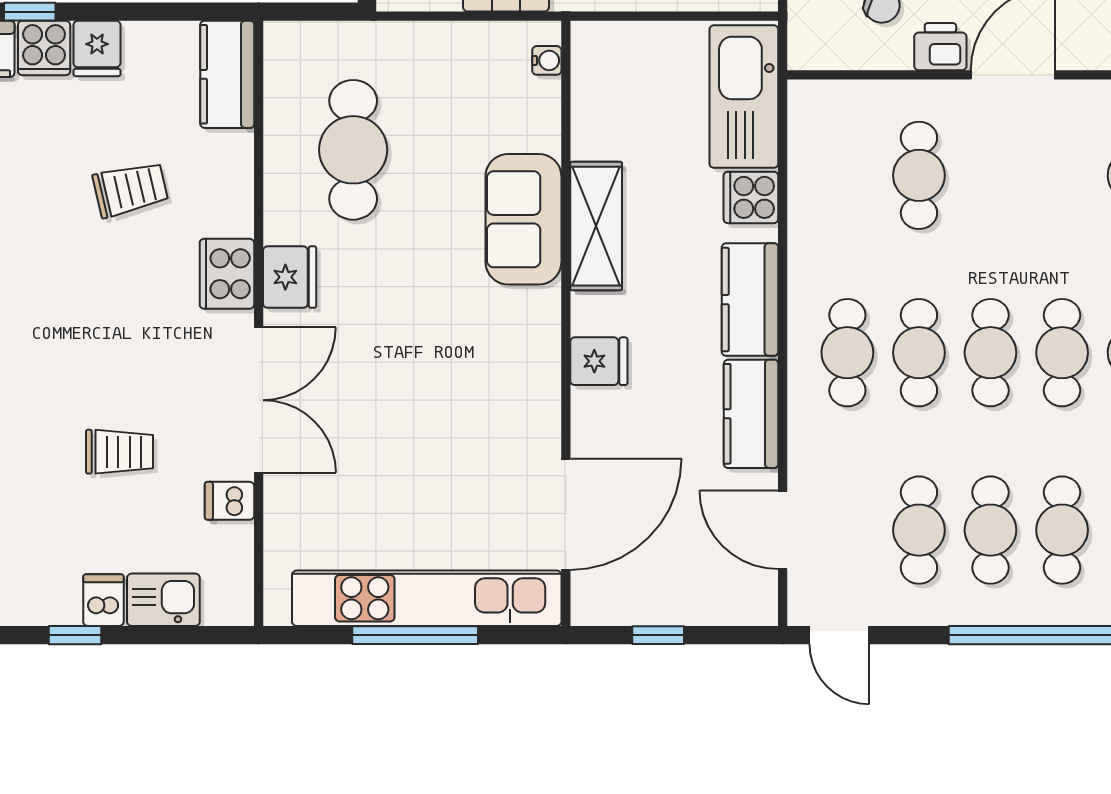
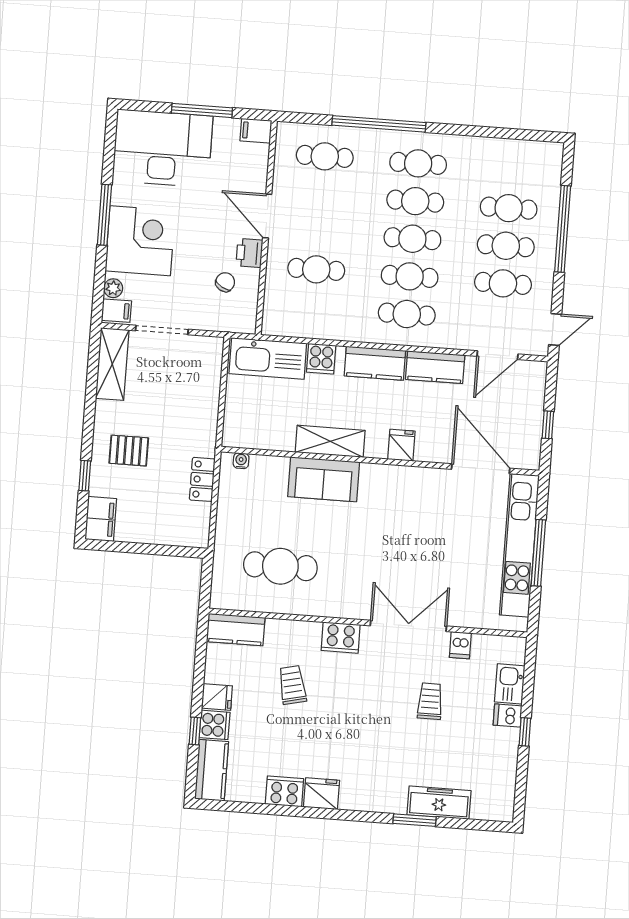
fridge: (290, 277) -> (345, 605), removed

